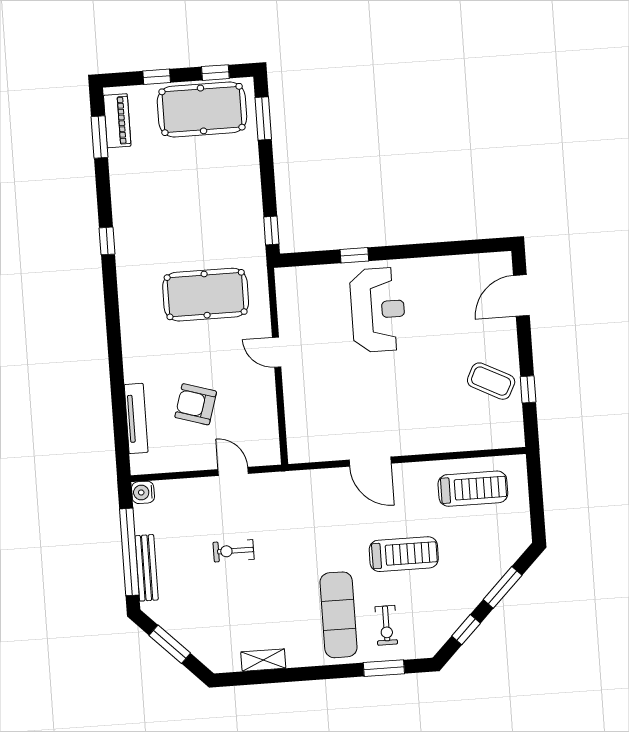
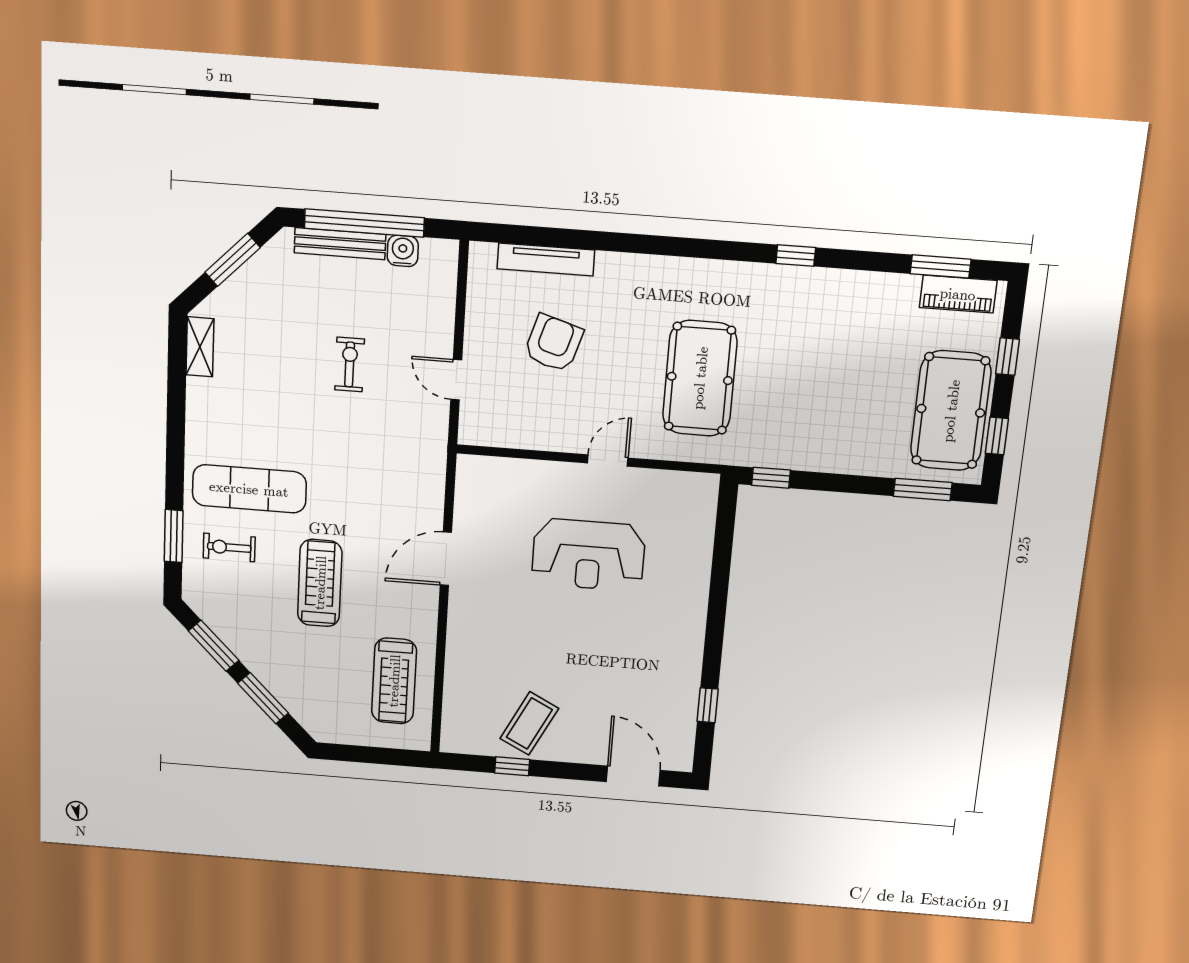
window: (354, 255) -> (708, 705), moved
reception desk: (378, 310) -> (588, 555), moved
door: (233, 471) -> (456, 380), swing flipped
water cooler: (143, 492) -> (403, 251), moved
treadmill: (404, 554) -> (320, 583), turned 180
window: (466, 630) -> (214, 646), width x1.50
shelving: (263, 660) -> (200, 347), moved

